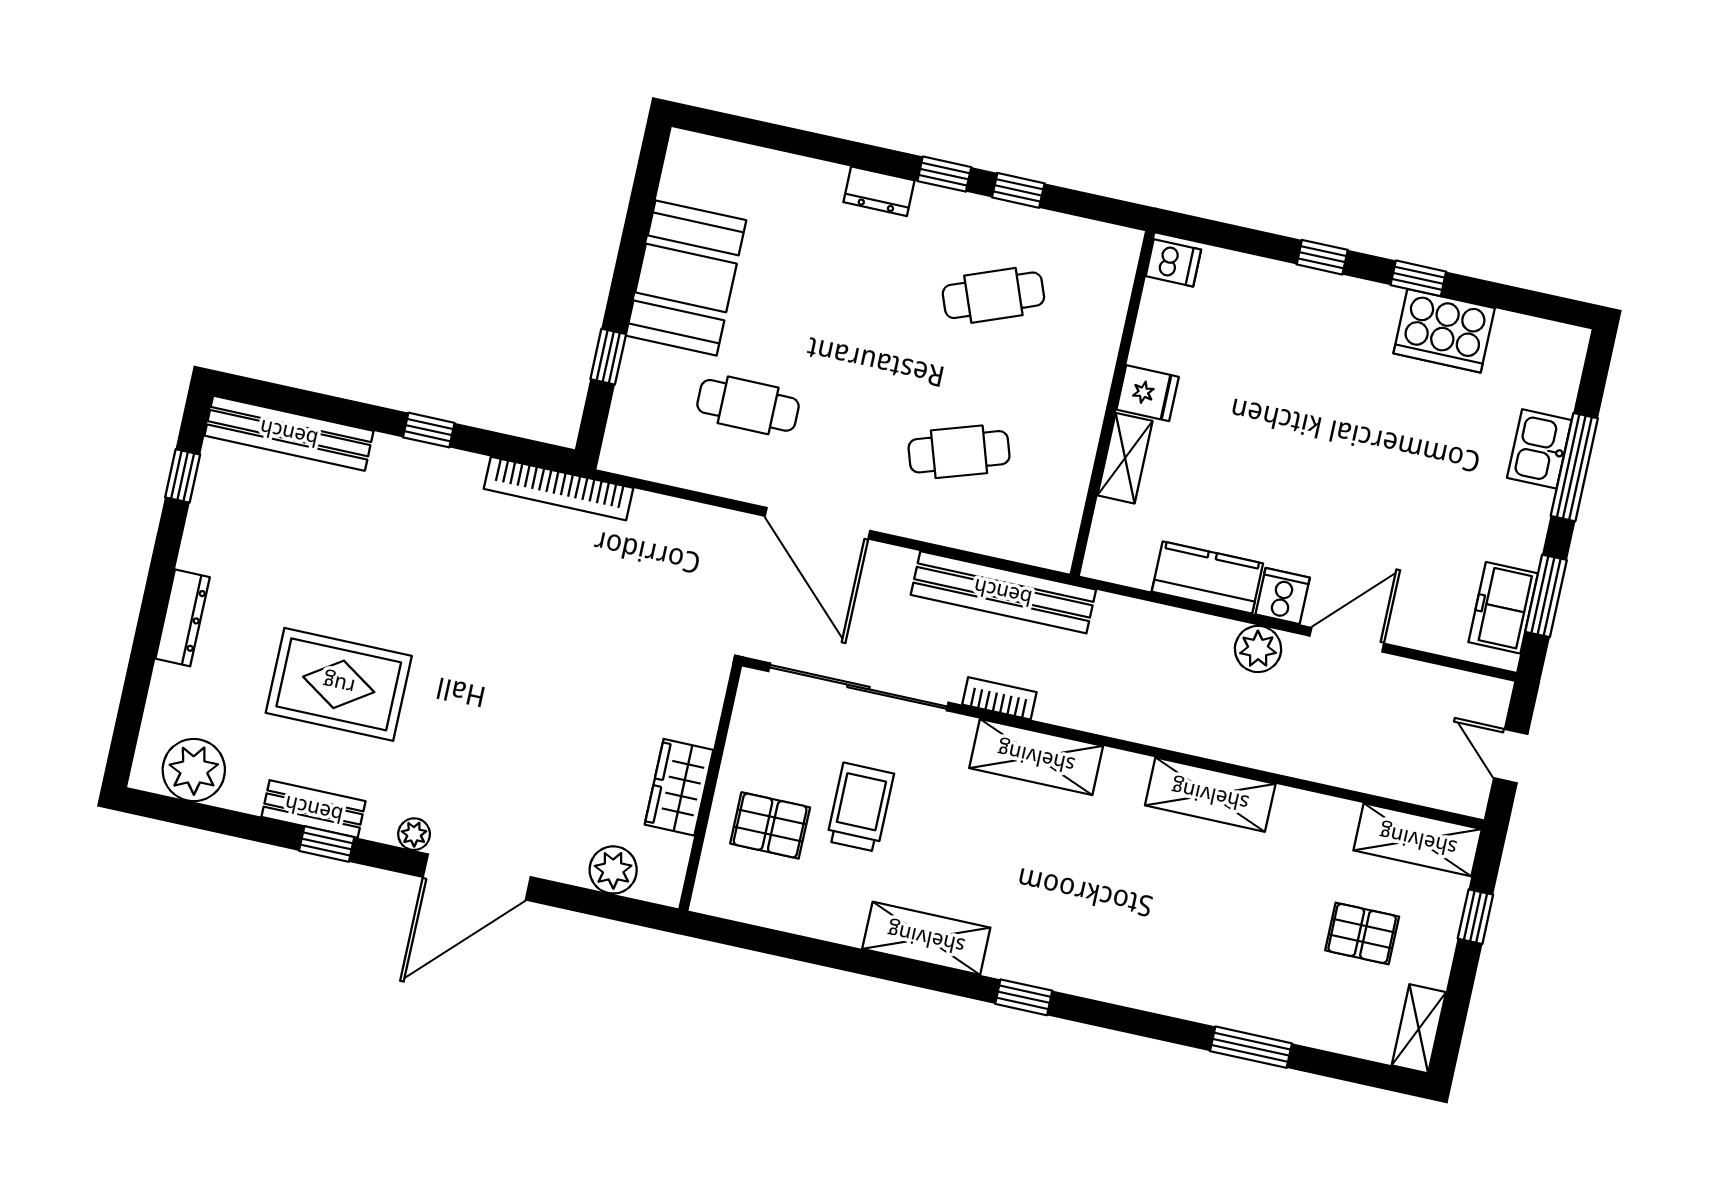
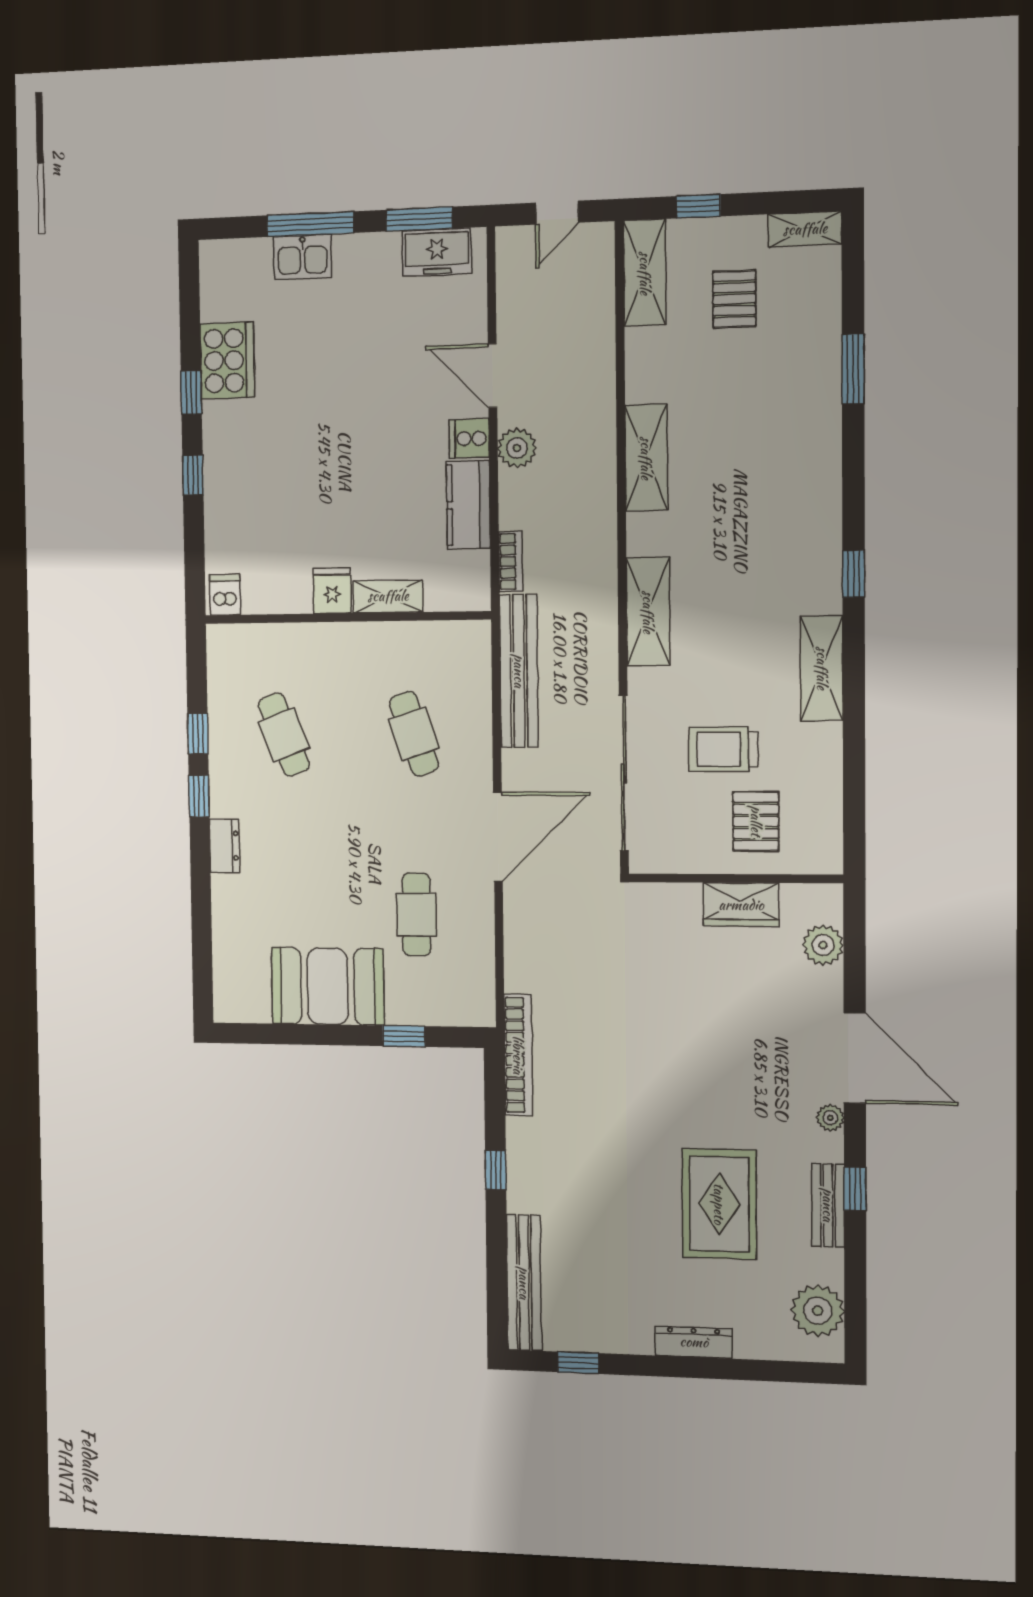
bookcase: (999, 698) -> (511, 562), moved, turned 180

